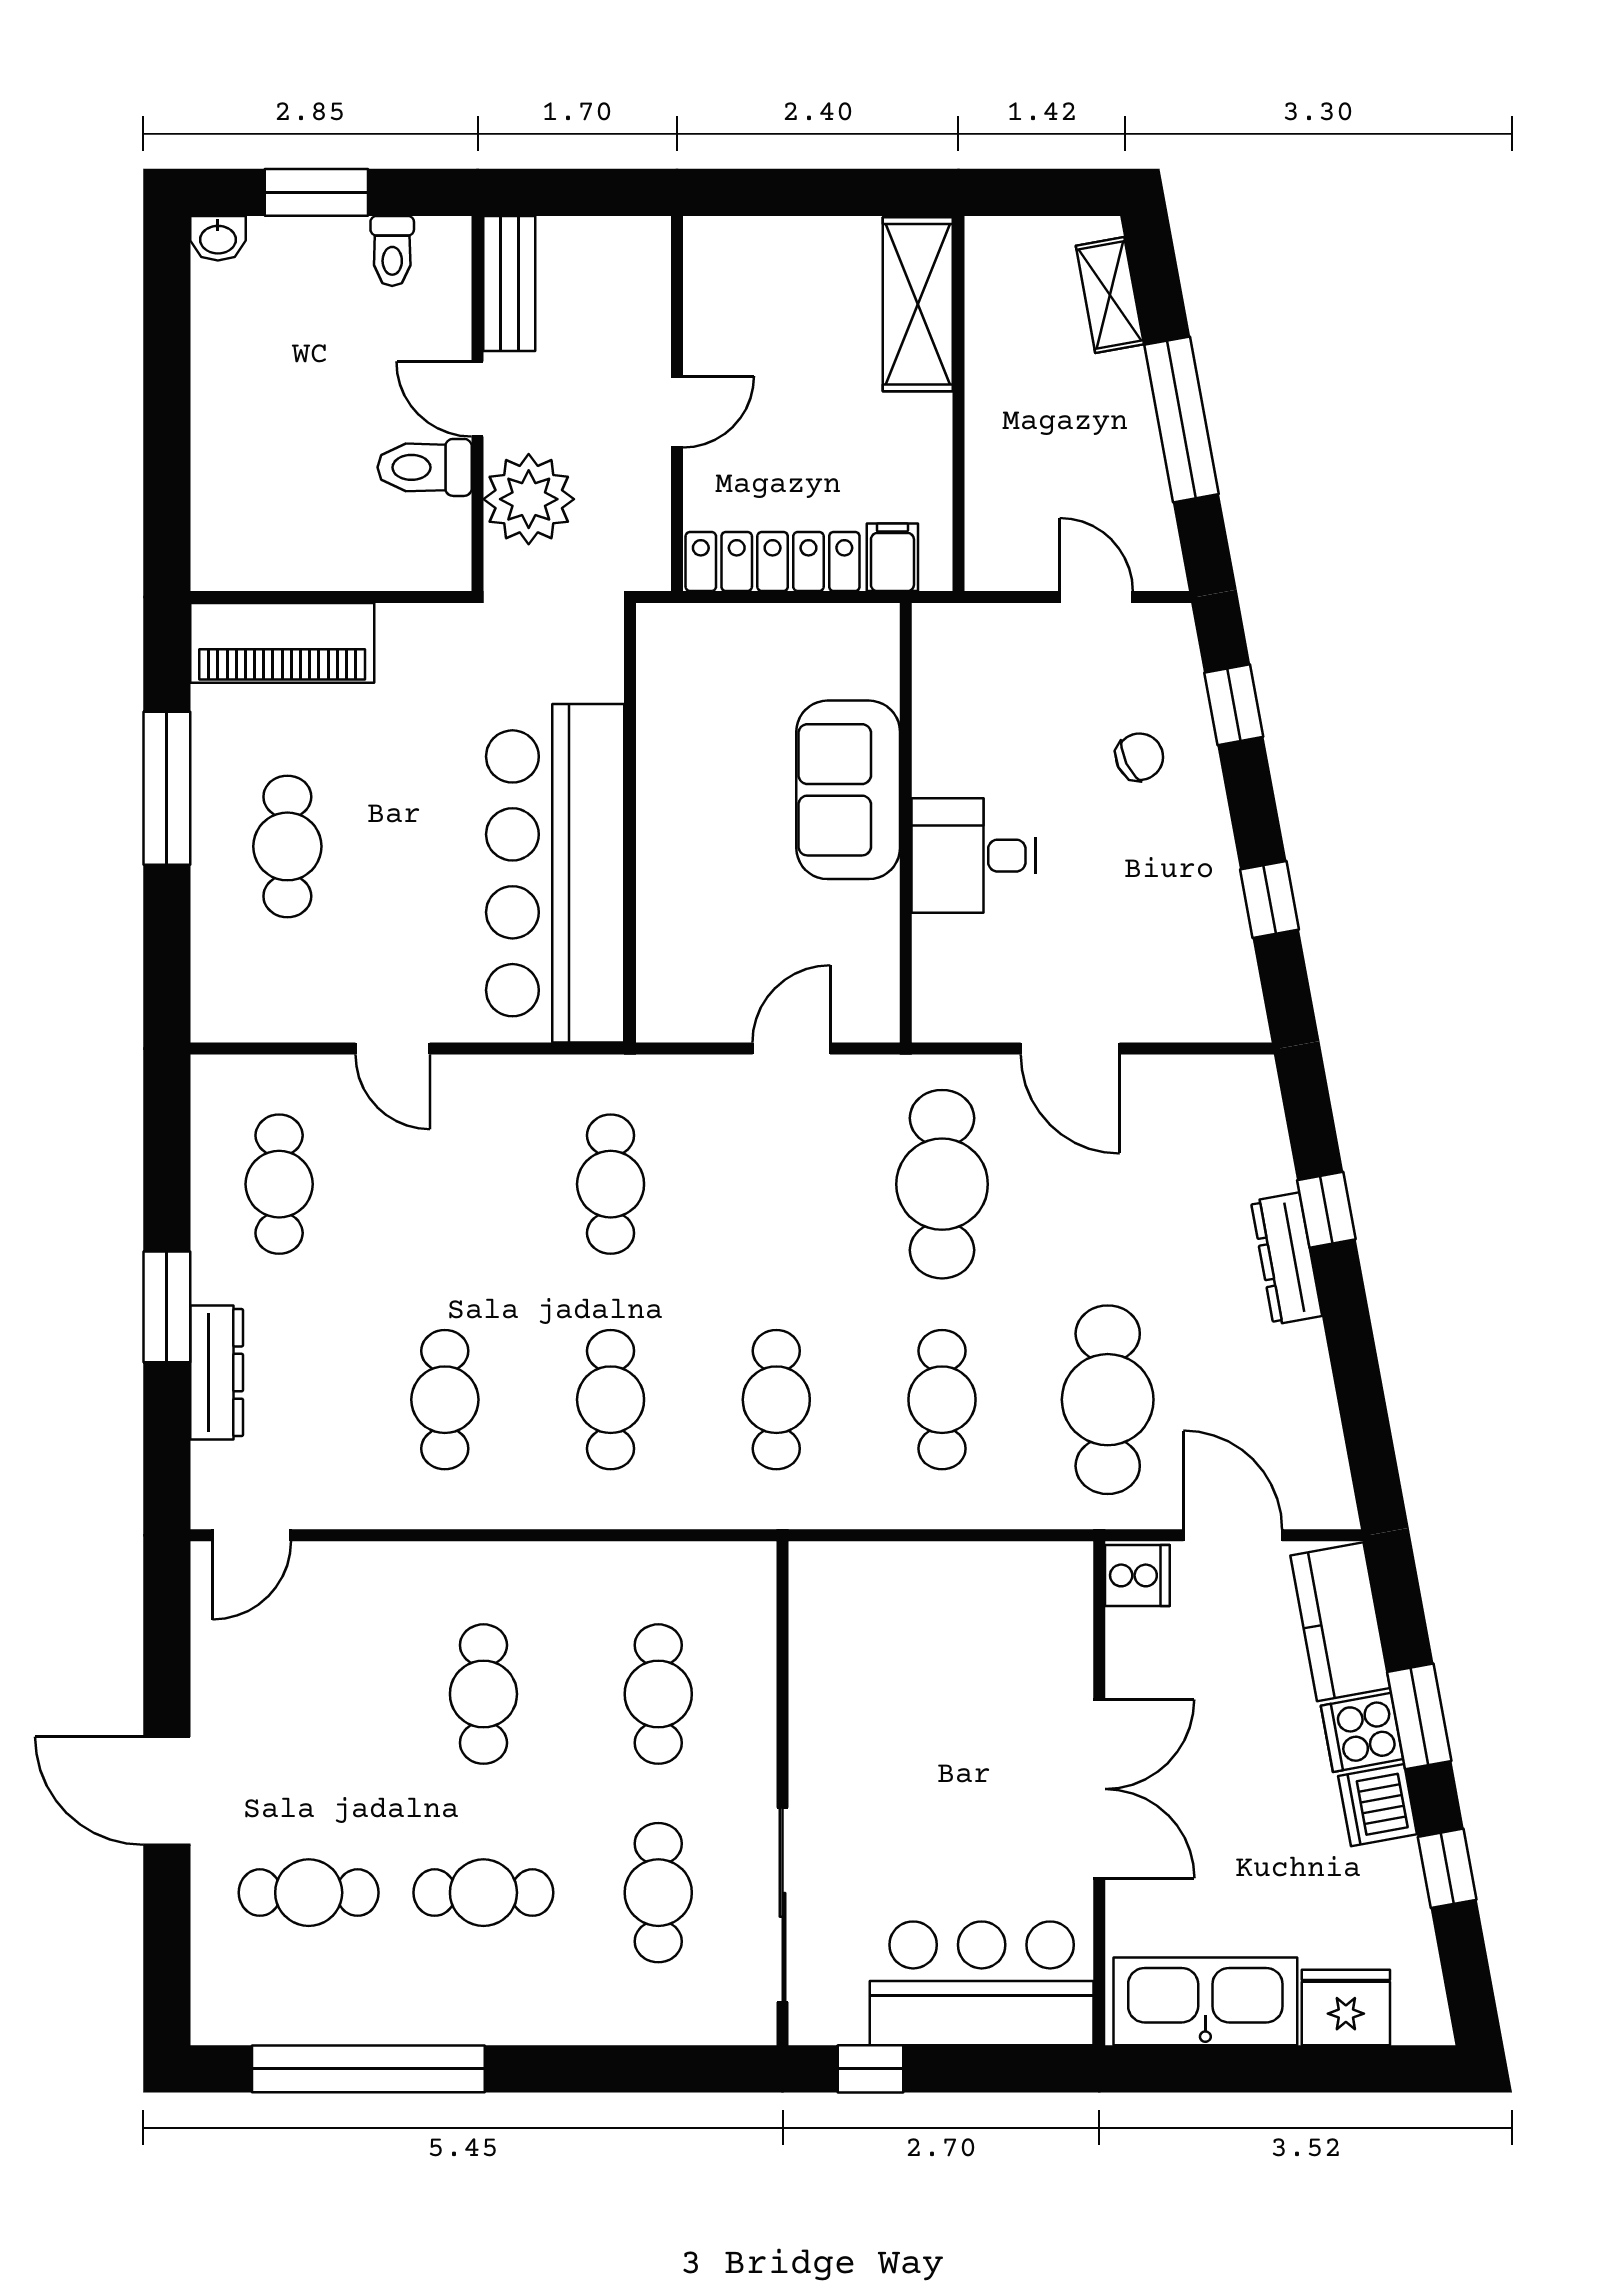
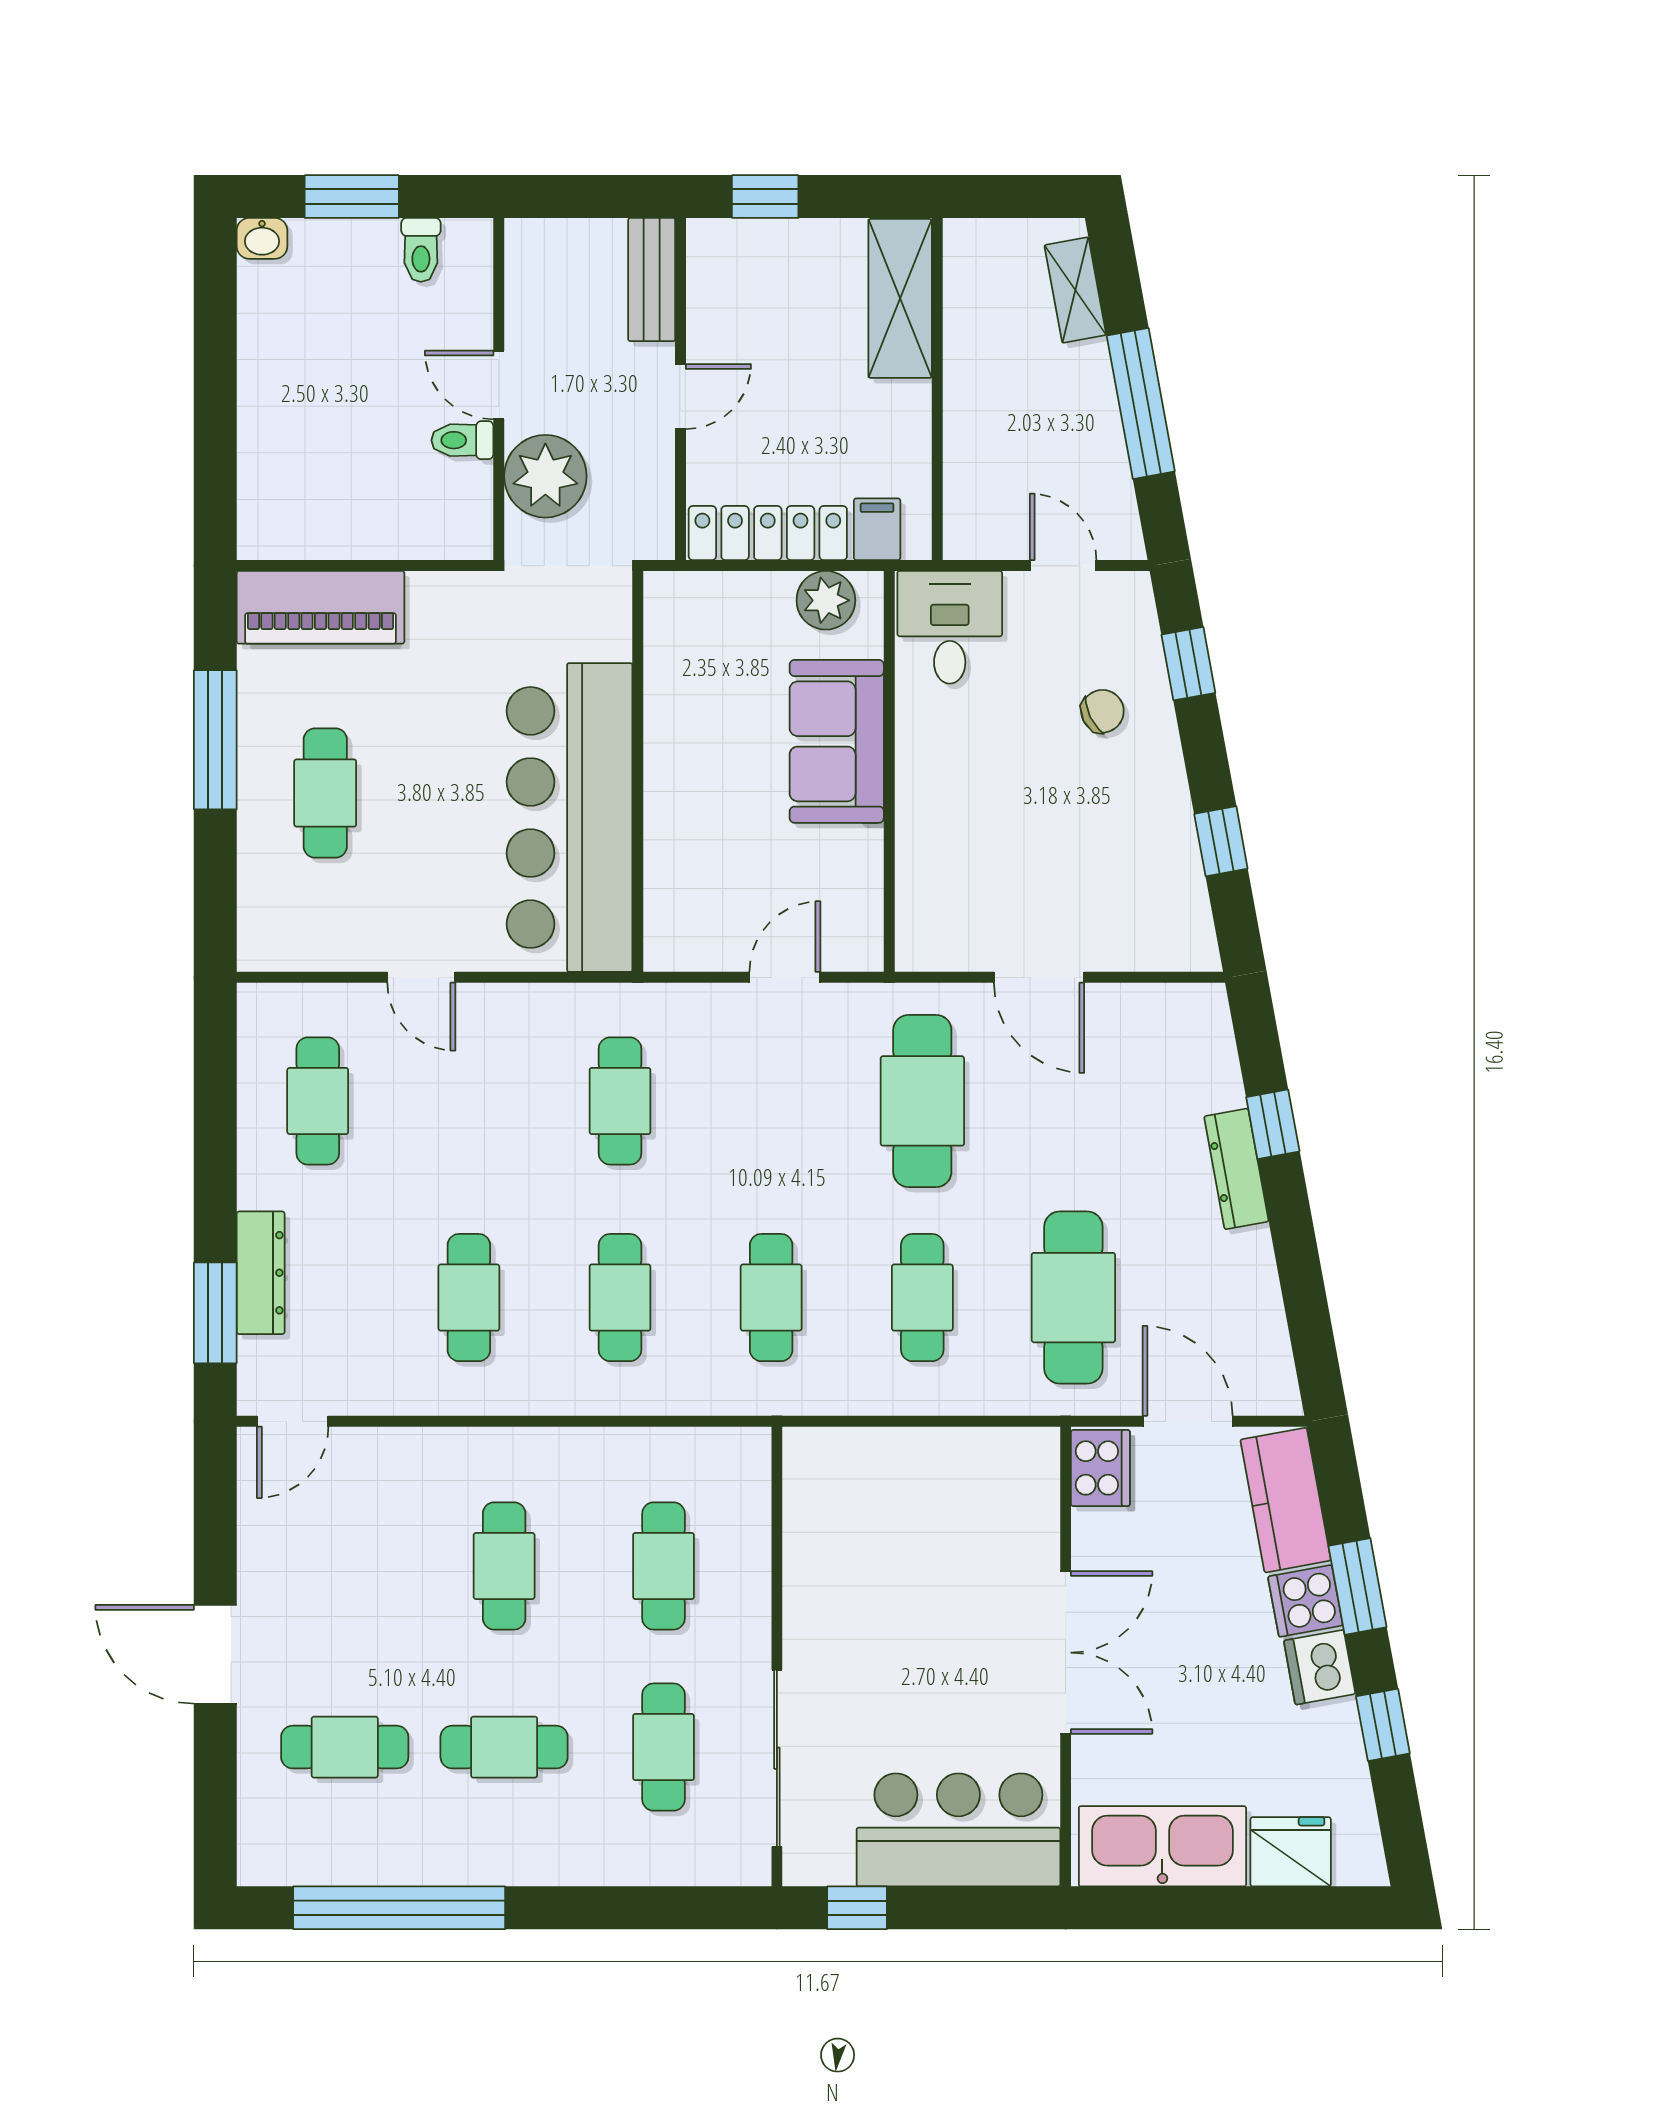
window: (770, 192) -> (765, 197), added
bench: (509, 284) -> (652, 280), moved
toilet: (425, 467) -> (462, 440), width x0.73, depth x0.72
plant: (836, 635) -> (826, 600), added
desk: (973, 856) -> (950, 627), moved, turned 90
window: (167, 1307) -> (215, 1313), moved
cooker: (1137, 1575) -> (1100, 1468), width x1.36

